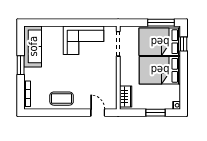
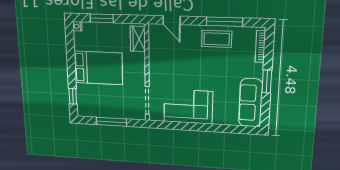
window: (161, 23) -> (111, 122), moved
bed: (160, 42) -> (100, 100), removed
window: (56, 113) -> (224, 22), added

